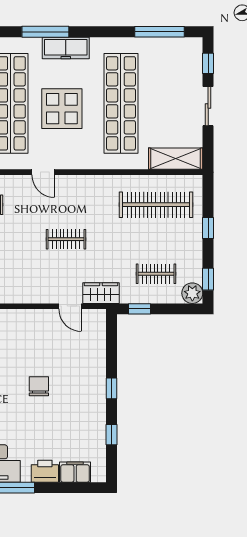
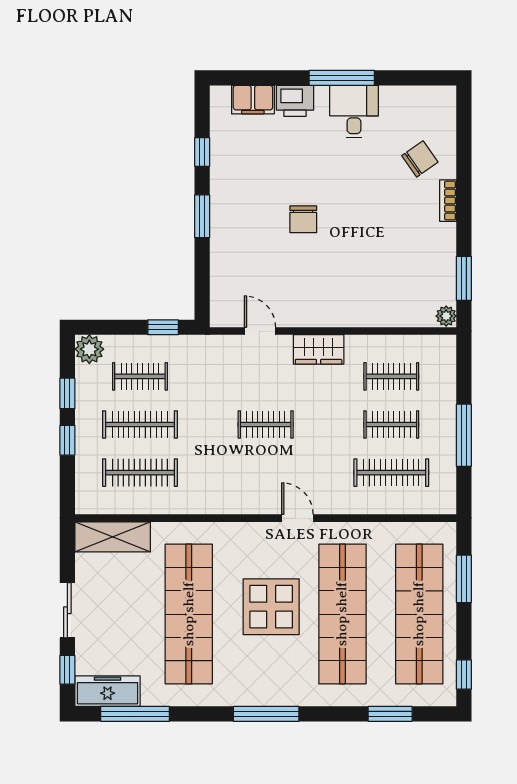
window: (45, 32) -> (266, 714), moved
freezer: (66, 48) -> (108, 691), moved
clothes rail: (156, 205) -> (140, 473), width x0.73, depth x0.76
clothes rail: (156, 239) -> (140, 425), added
window: (208, 279) -> (67, 393), moved
wardrobe: (101, 293) -> (319, 349), moved
window: (111, 388) -> (202, 216), width x1.50

